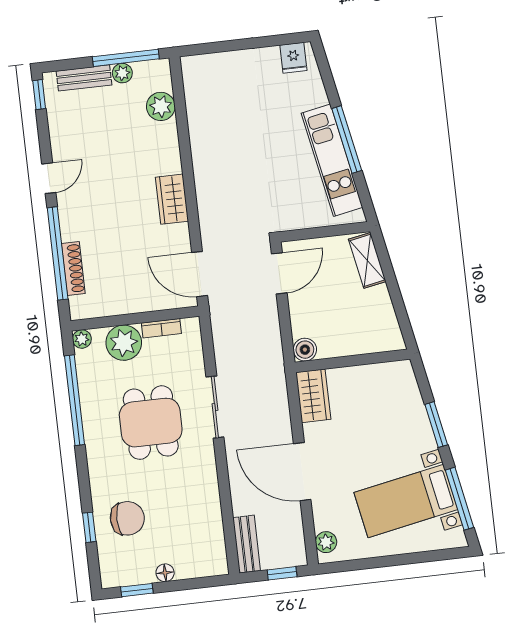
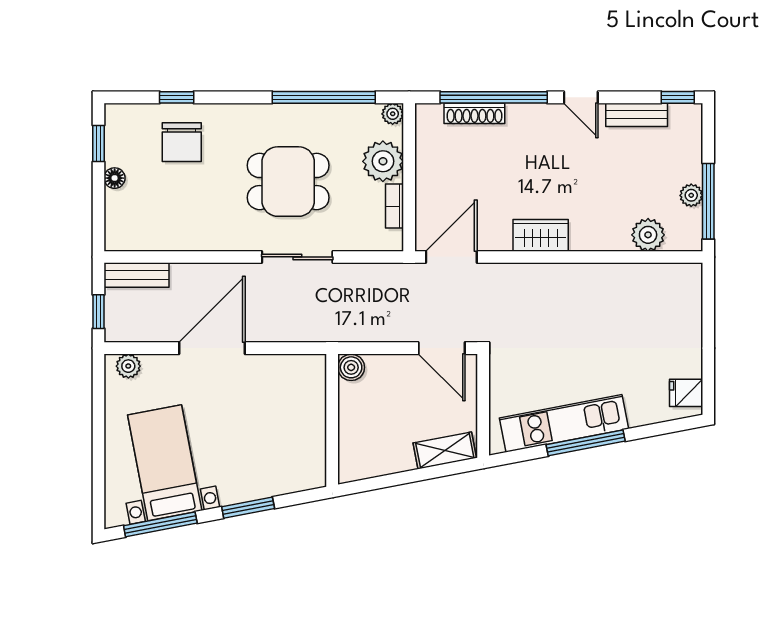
bench: (84, 78) -> (637, 115), moved, turned 90
wardrobe: (313, 396) -> (297, 371), removed

